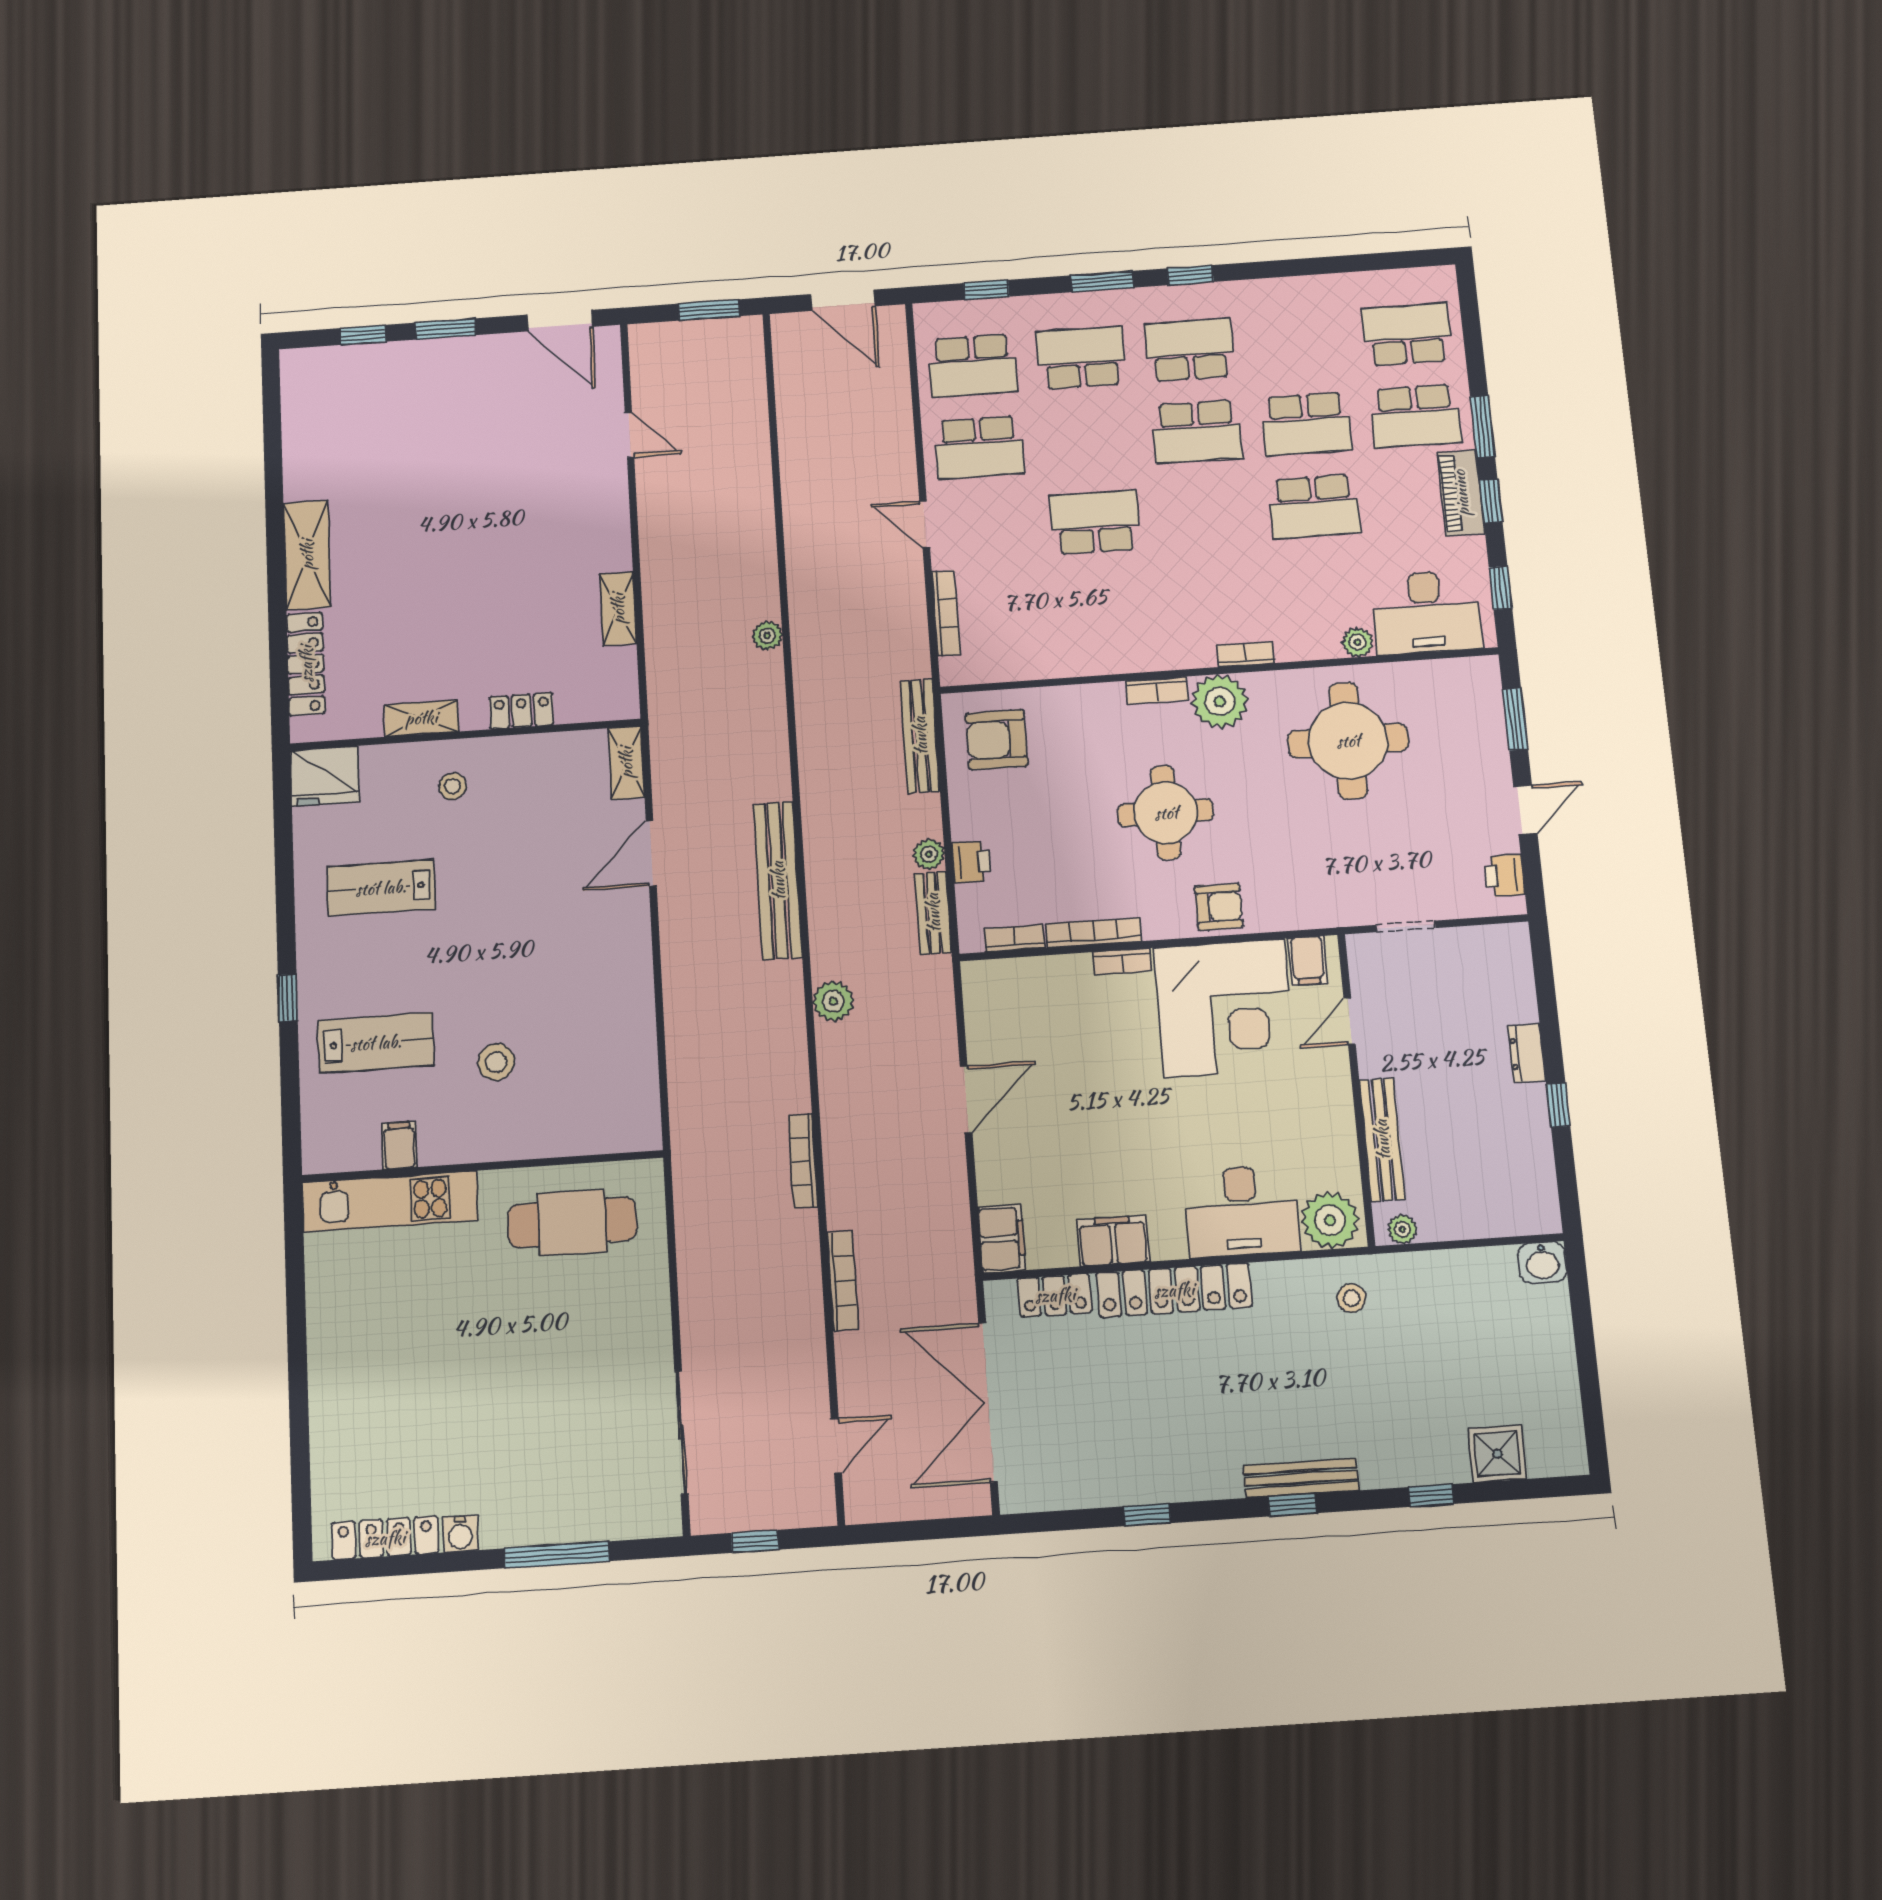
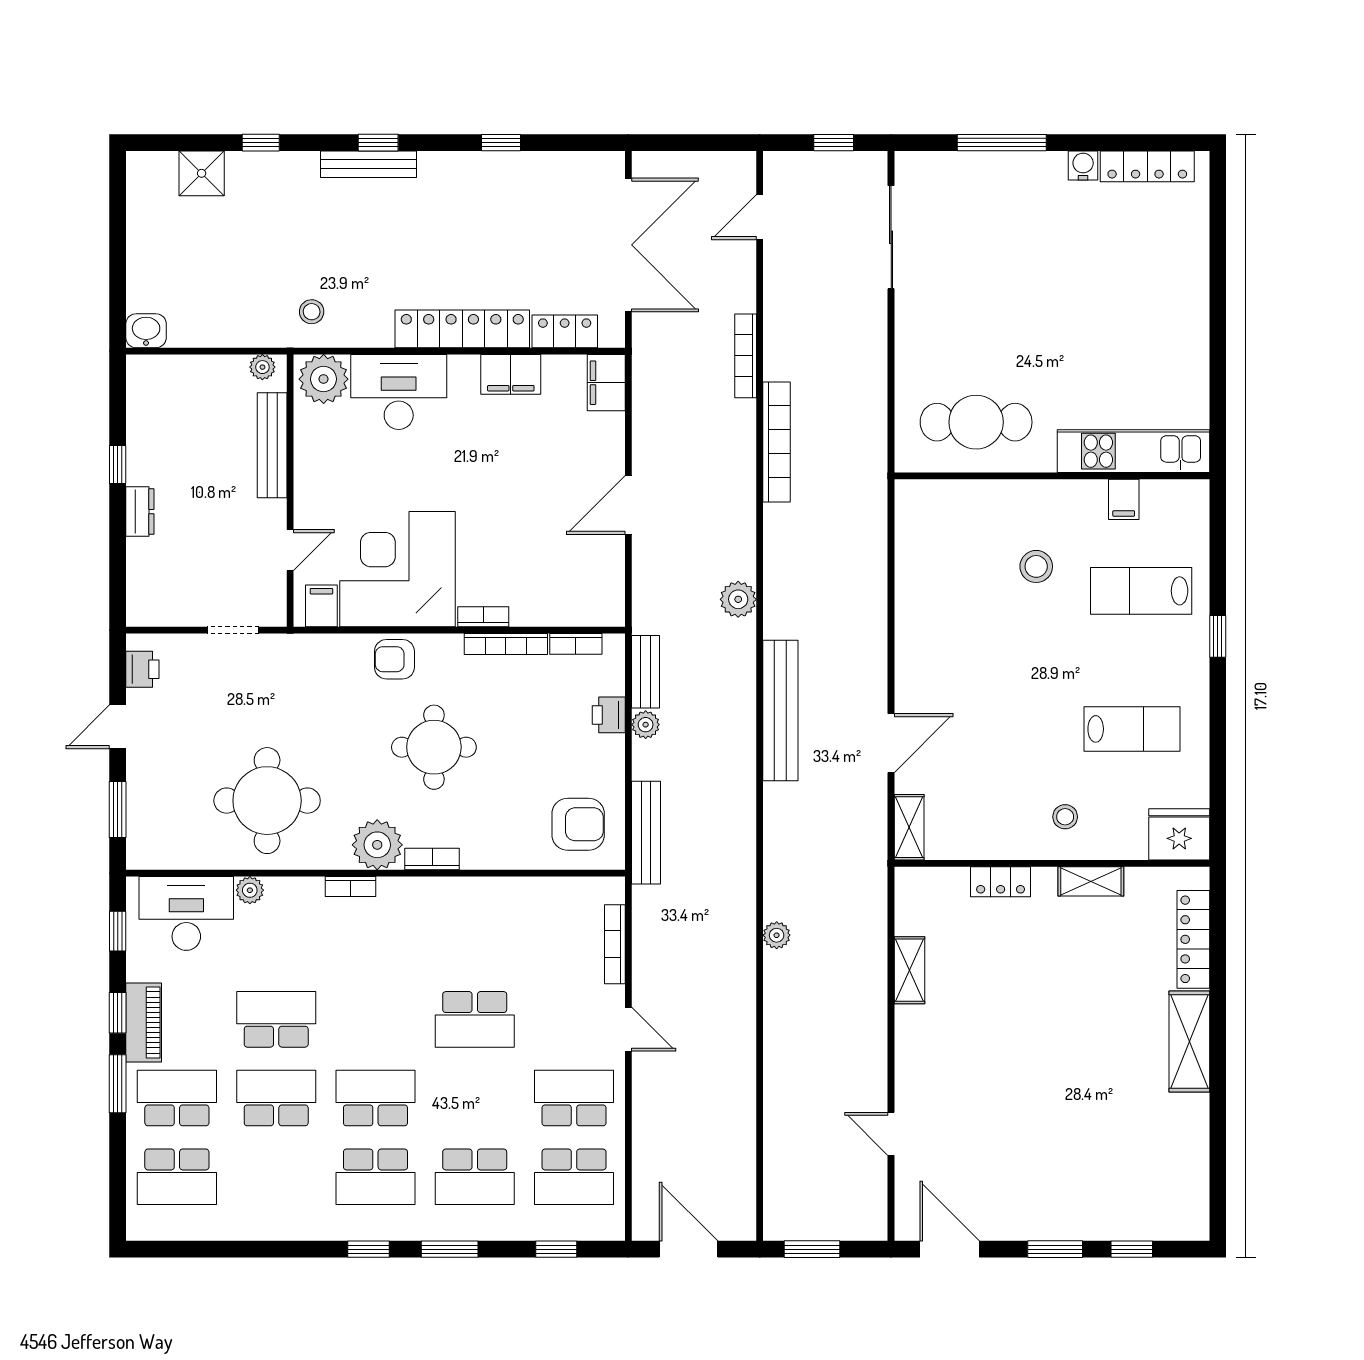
school desk: (973, 366) -> (574, 1177), turned 180
bookcase: (803, 1161) -> (777, 442), width x1.48, depth x1.31

